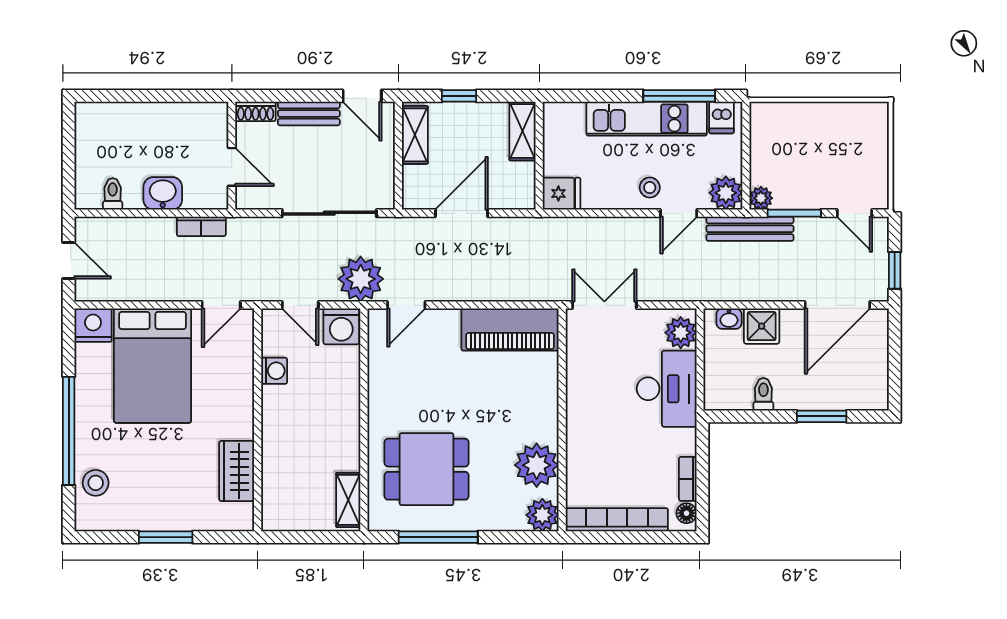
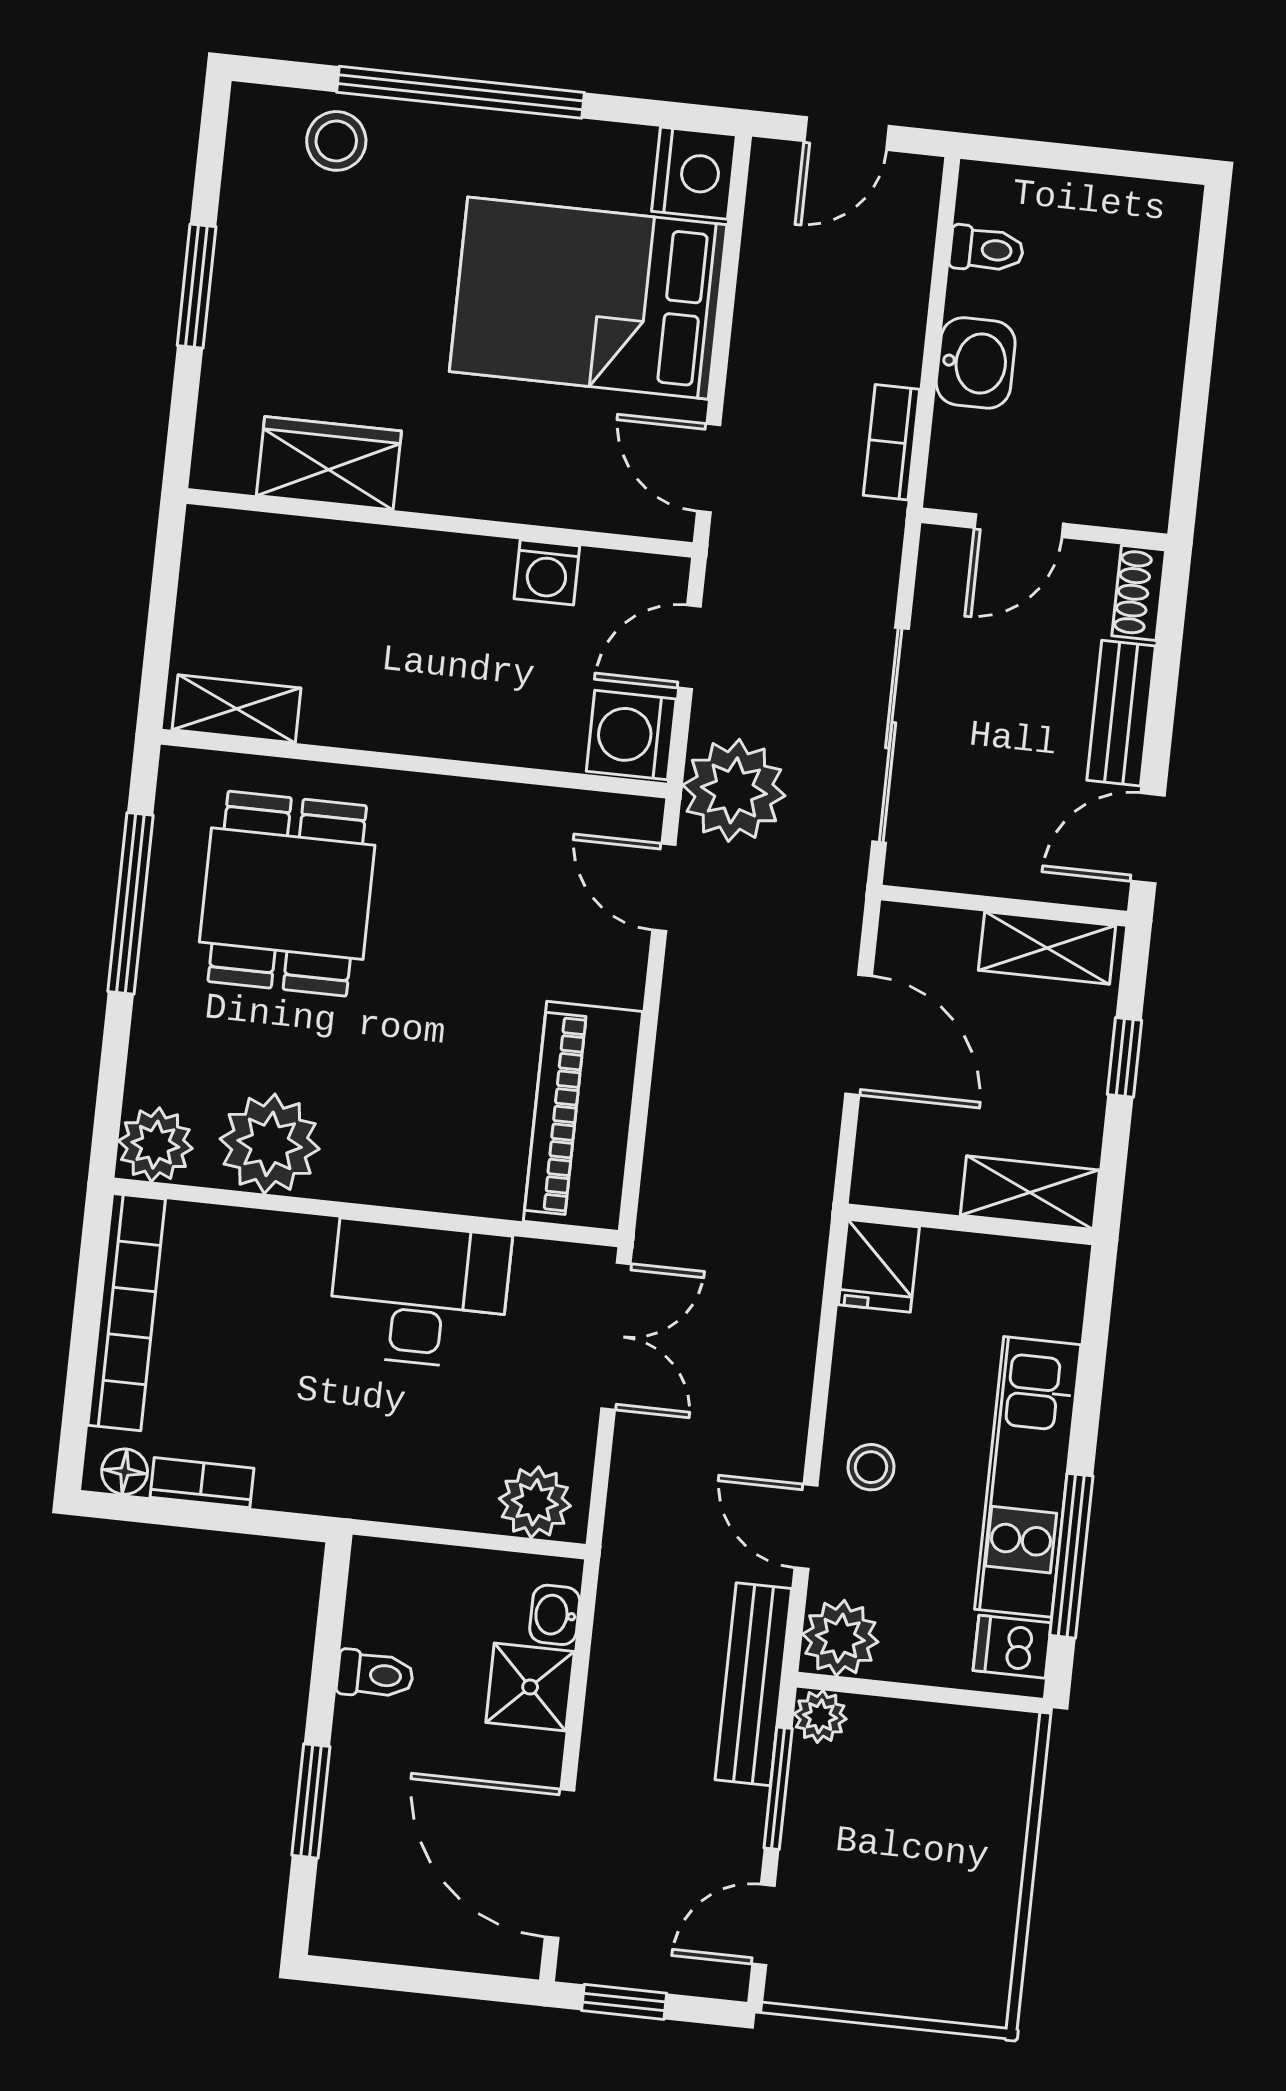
desk: (667, 389) -> (419, 1295), moved, turned 180

